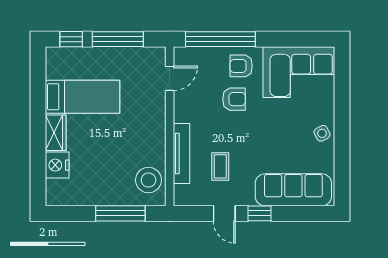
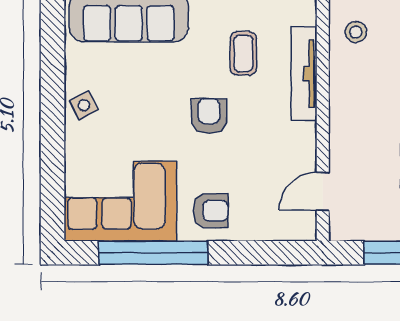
window: (220, 39) -> (153, 253), moved
armchair: (234, 99) -> (209, 116), moved, turned 90
stool: (148, 180) -> (356, 32), width x0.53, depth x0.53

